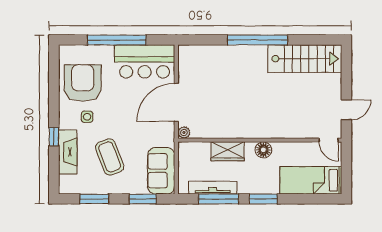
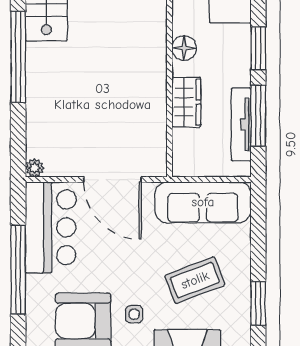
plant: (184, 132) -> (35, 168), moved
sofa: (161, 171) -> (203, 202), width x1.36
window: (143, 199) -> (258, 230), removed

